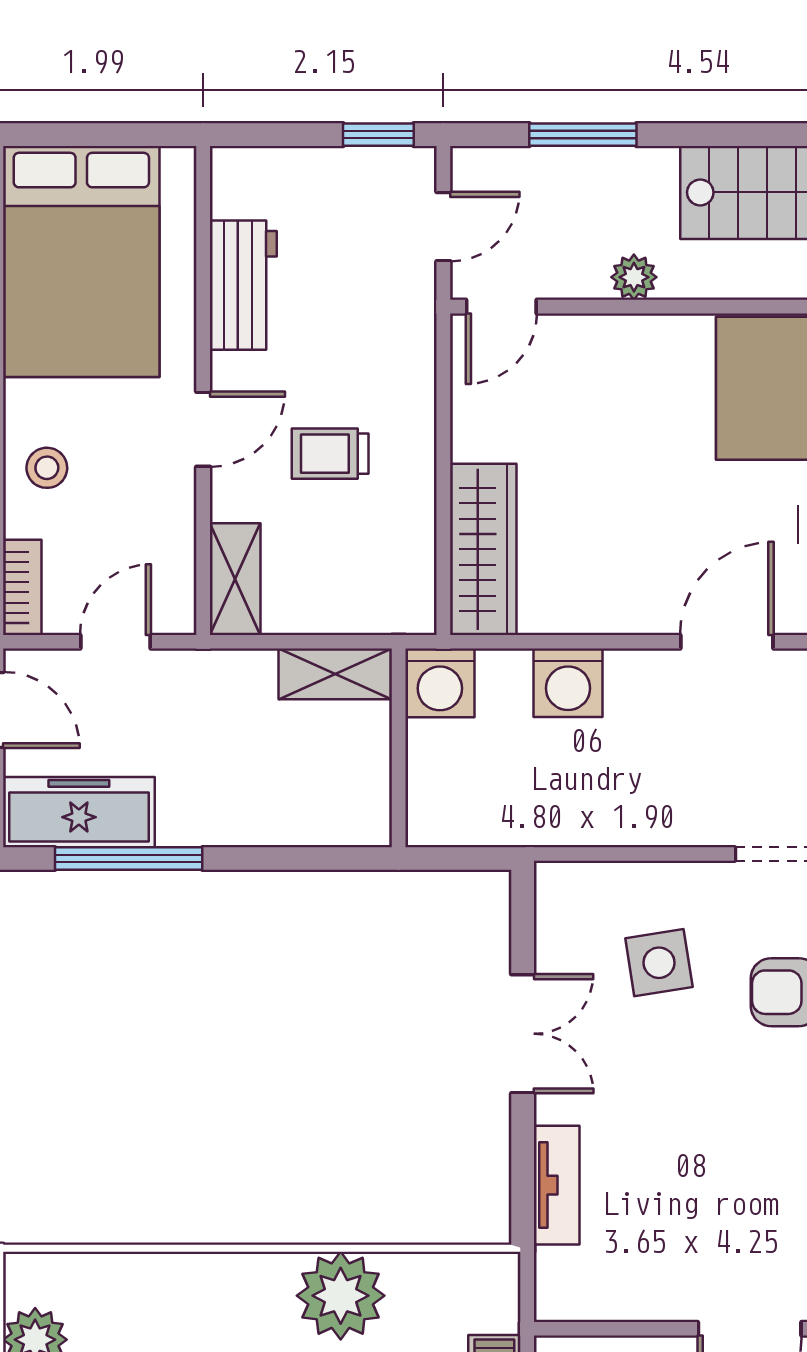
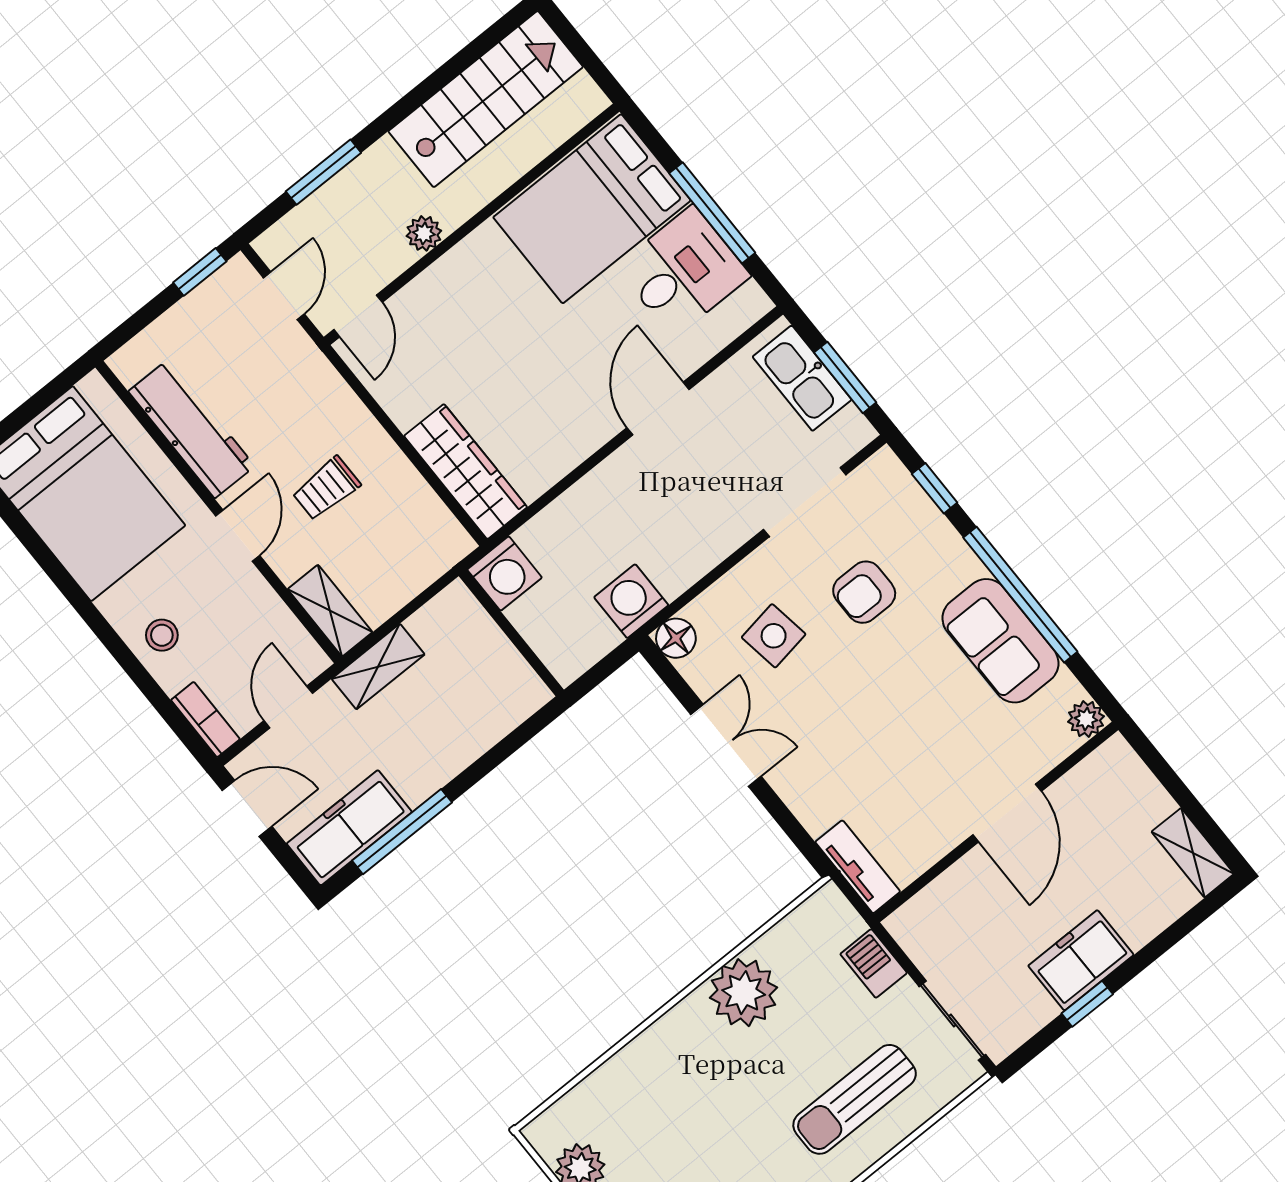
workbench: (243, 285) -> (192, 429), width x1.38
shelving: (335, 674) -> (378, 667), moved
washing machine: (568, 683) -> (631, 601), moved, turned 180
floor lamp: (559, 886) -> (676, 638), added
tv unit: (557, 1185) -> (858, 867), moved

